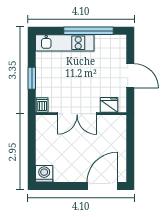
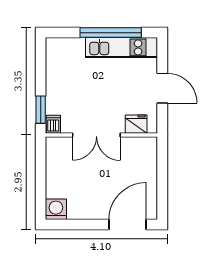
kitchen unit: (65, 43) -> (122, 47), moved
window: (32, 78) -> (41, 110), moved

